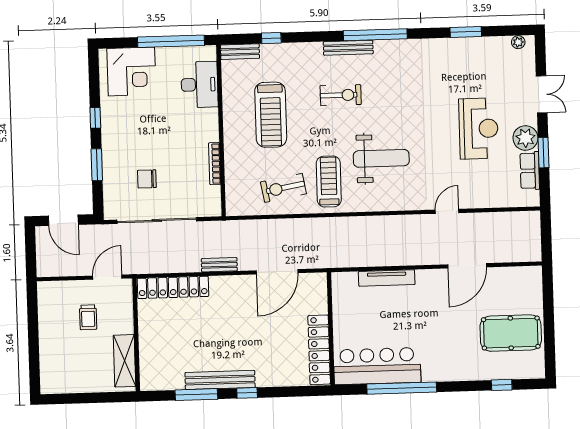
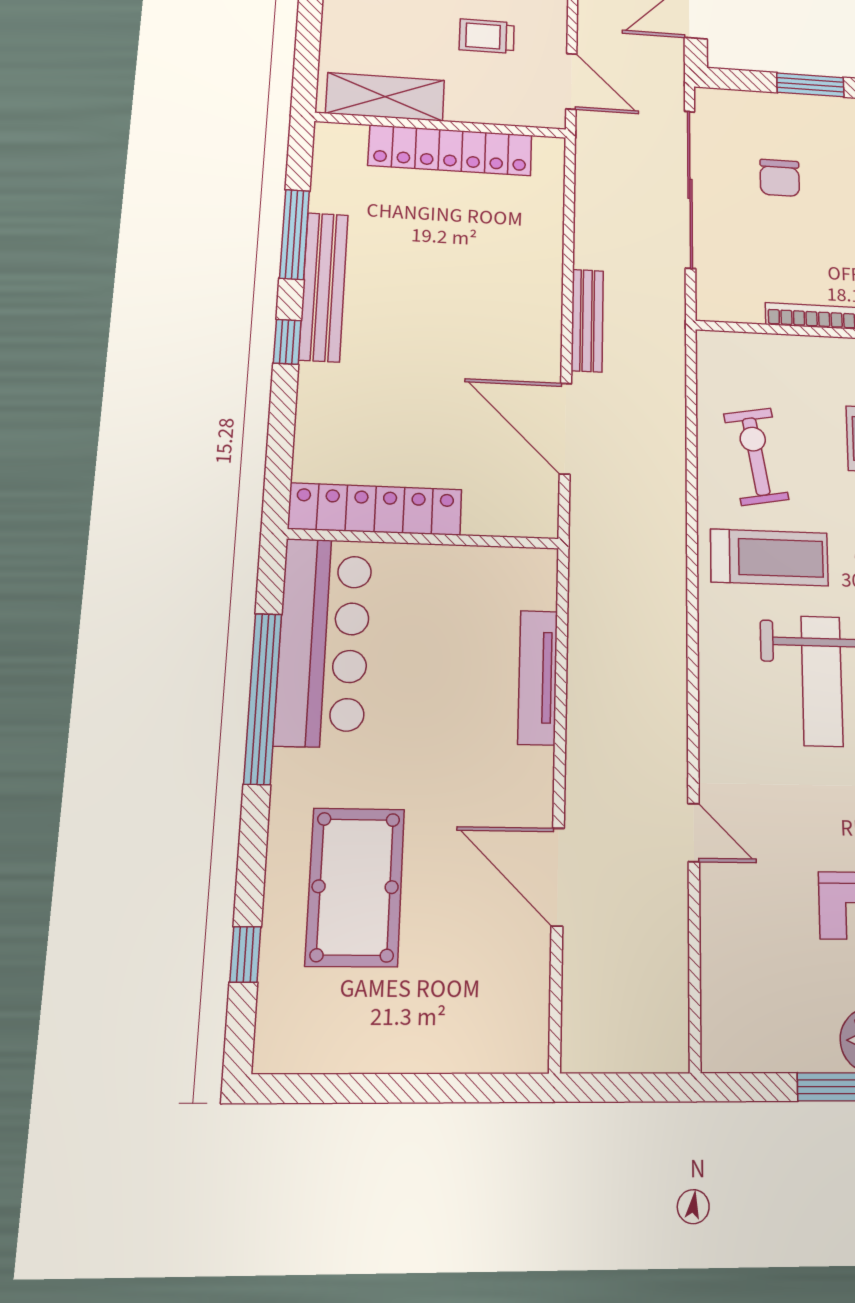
row of seats: (530, 171) -> (790, 1049), removed
chair: (147, 179) -> (780, 178), turned 180
bench: (219, 265) -> (587, 320), width x1.36
locker: (173, 287) -> (450, 150), moved, turned -90
pool table: (511, 333) -> (355, 887), moved

